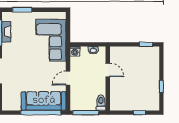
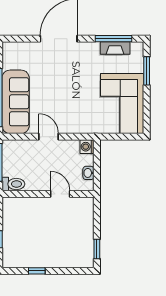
corner sofa: (51, 40) -> (122, 104), moved, turned -90
door: (108, 70) -> (60, 194), swing flipped

